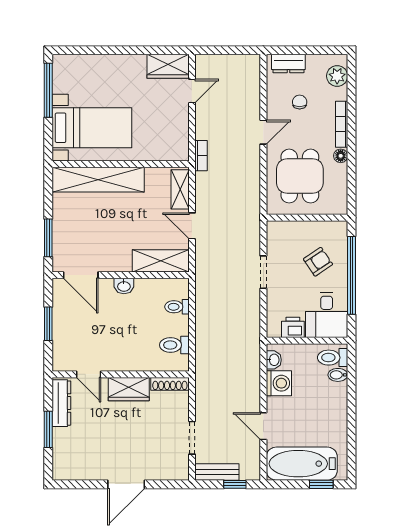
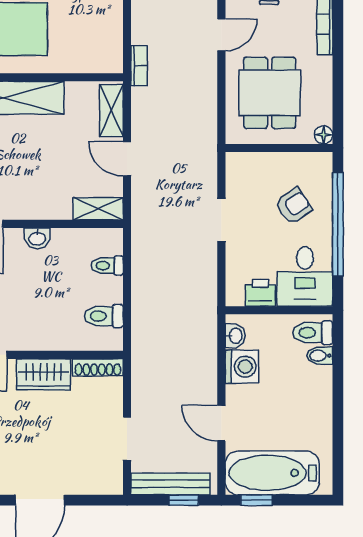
floor lamp: (341, 156) -> (323, 135), moved
shelving: (161, 261) -> (98, 209), width x0.67, depth x0.75
bench: (217, 472) -> (171, 484), width x1.36
window: (321, 484) -> (257, 500), moved

